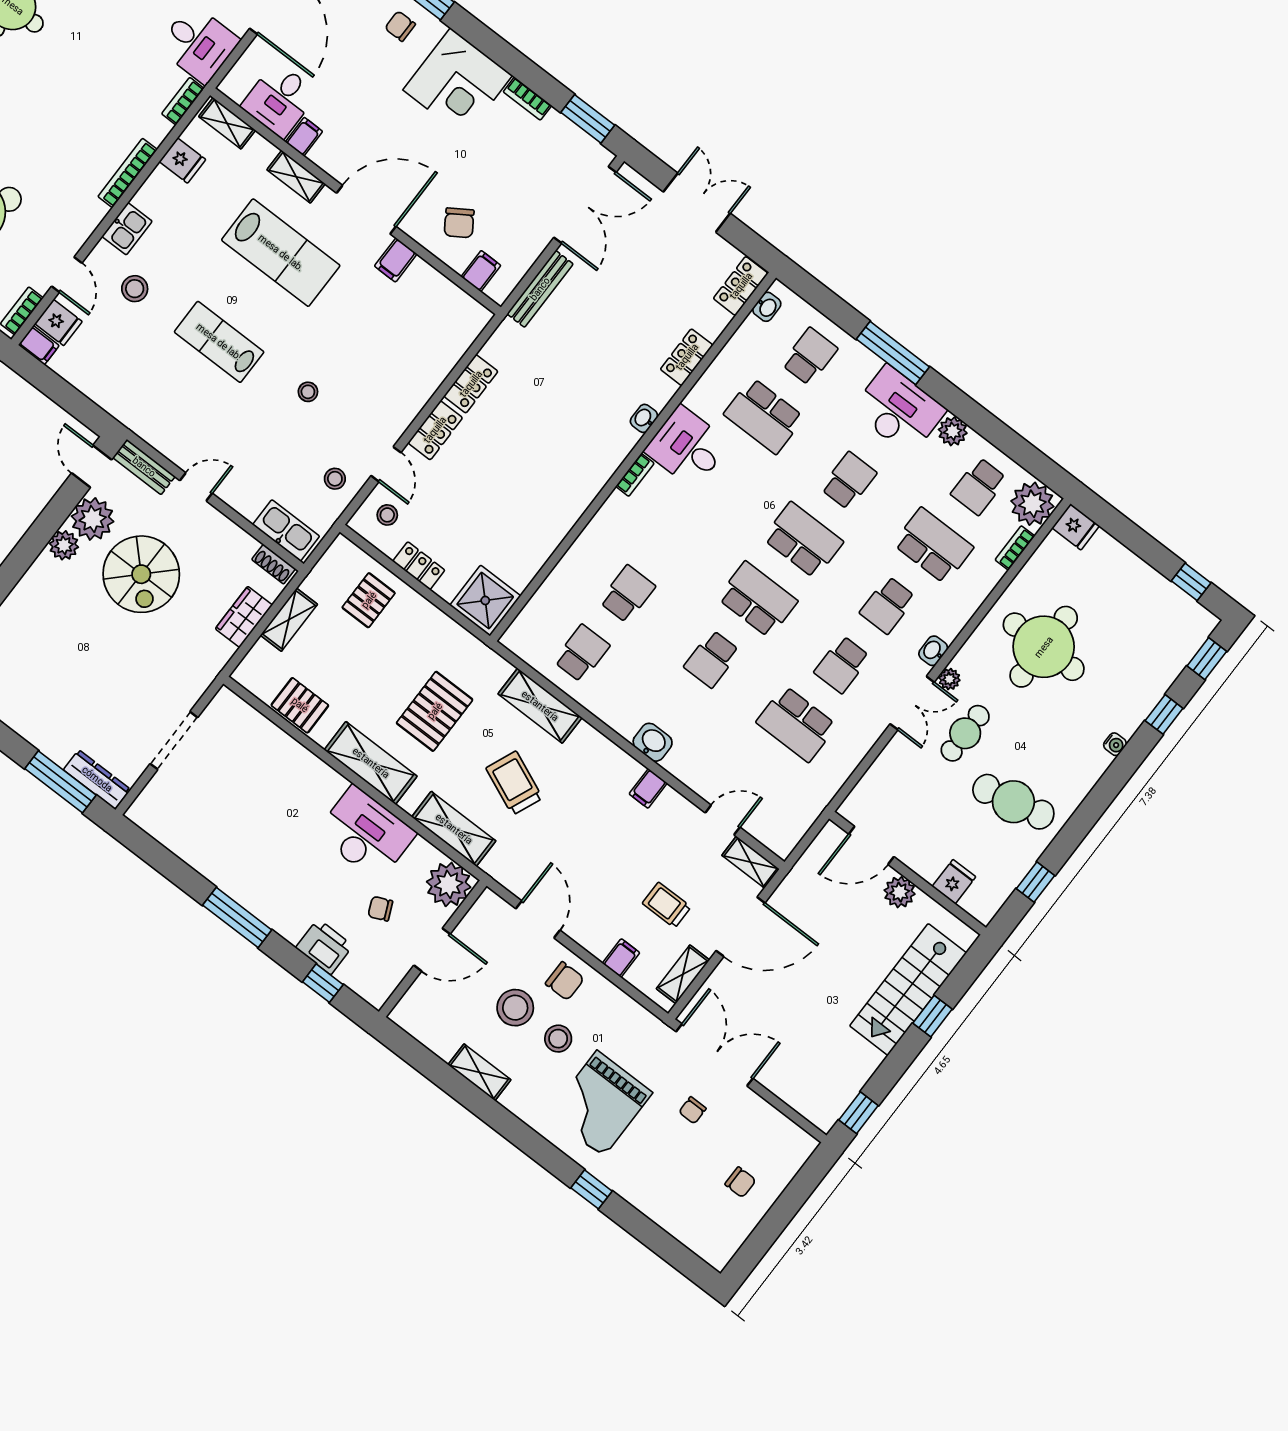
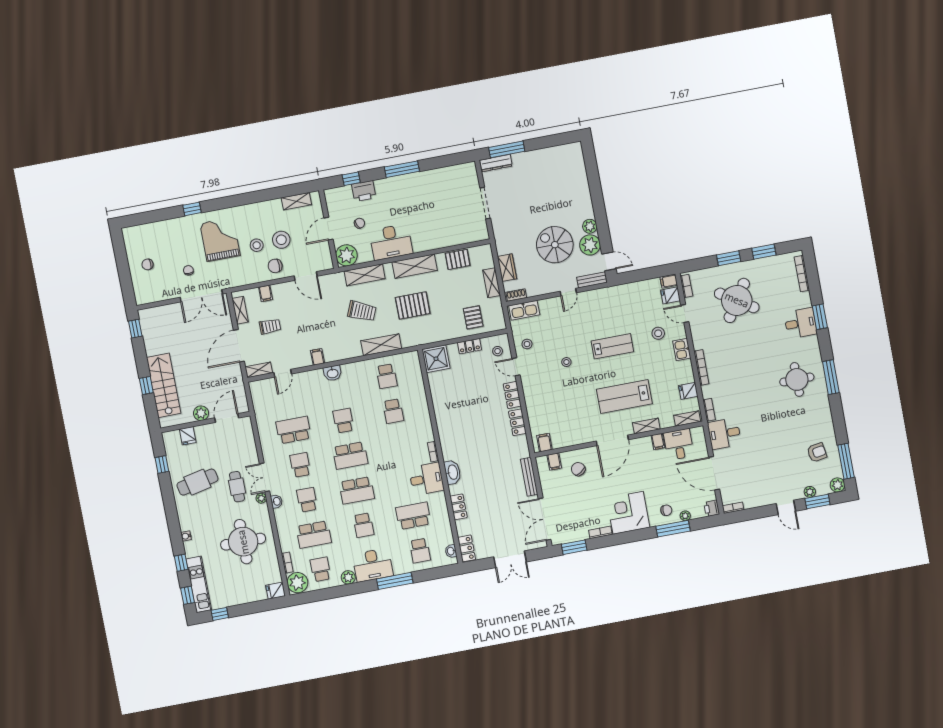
filing cabinet: (396, 260) -> (544, 443), moved
washbasin: (644, 418) -> (452, 472), width x1.91, depth x1.45
kitchen unit: (1174, 656) -> (199, 584), added
pallet: (435, 711) -> (413, 305), turned 90
shelving: (479, 1072) -> (296, 201), moved

